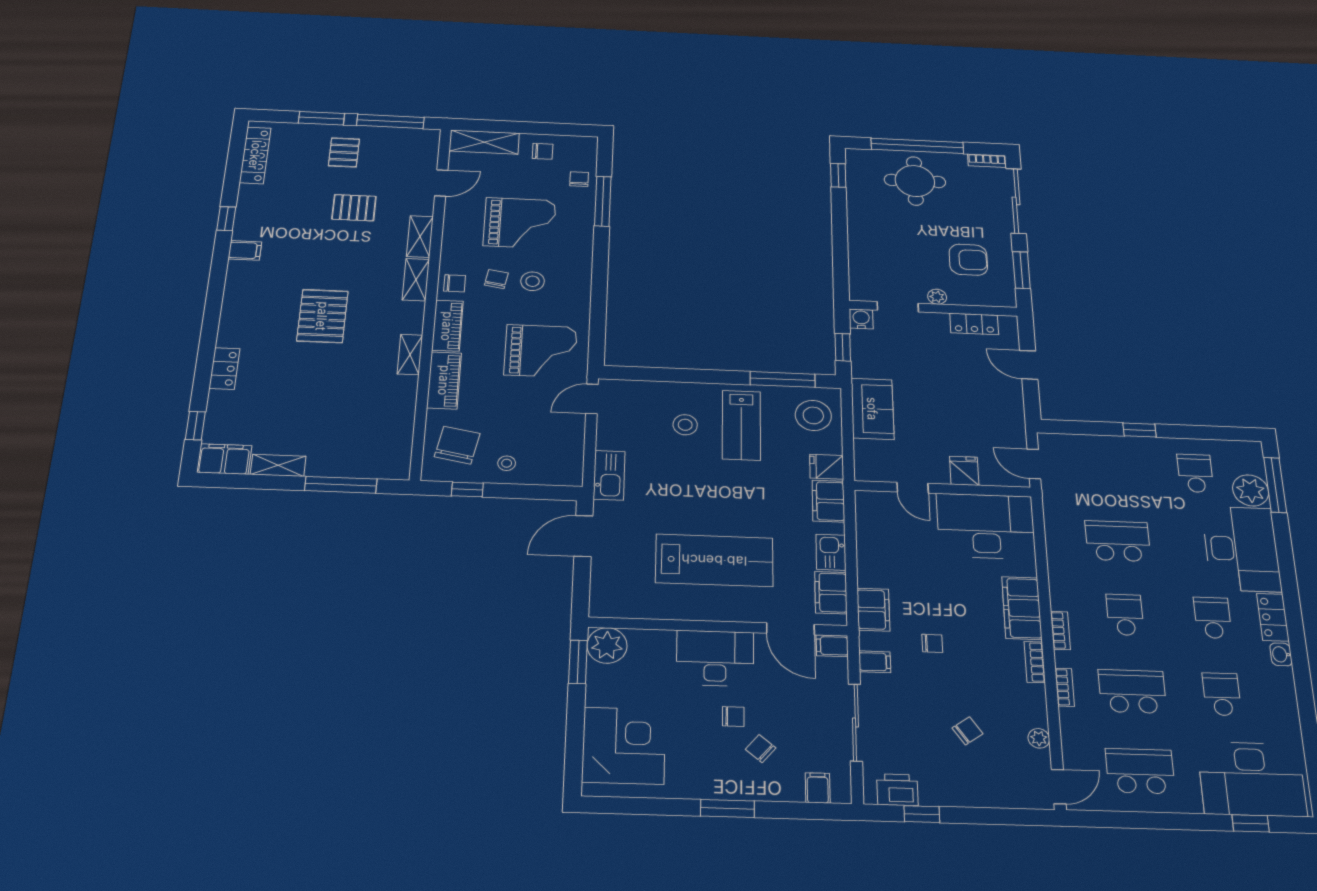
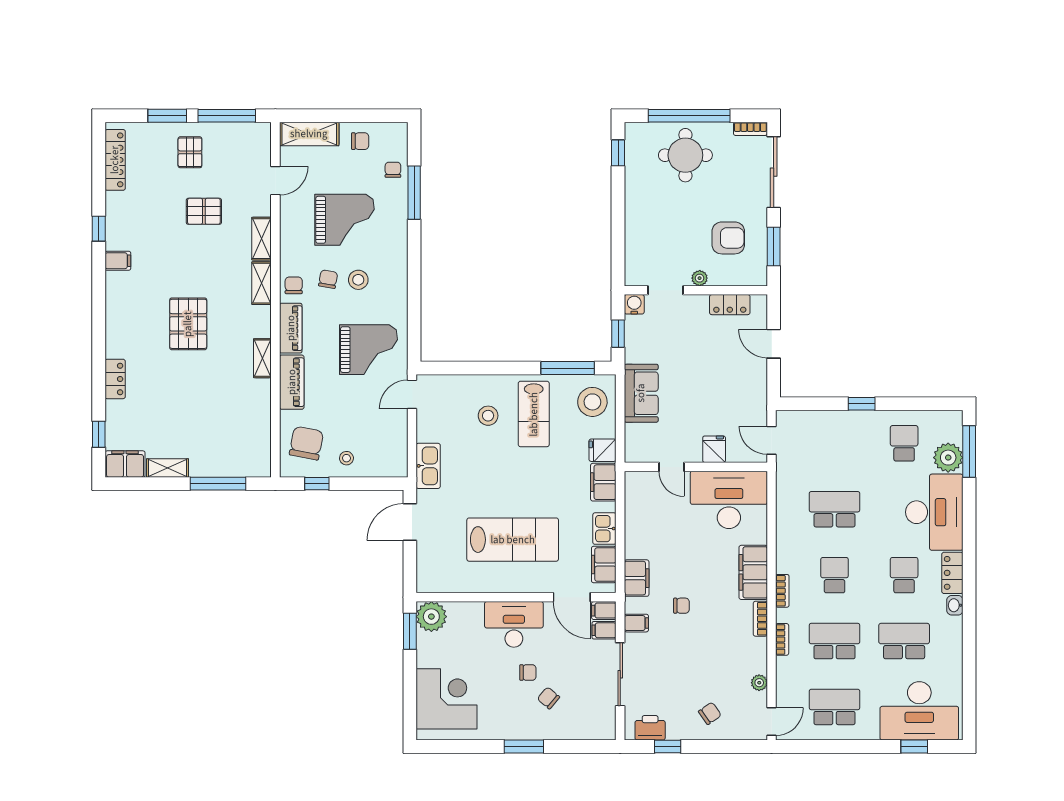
chair: (455, 283) -> (294, 285), turned -90
school desk: (1222, 694) -> (904, 641), width x1.85
chair: (967, 731) -> (710, 713), moved
filing cabinet: (818, 788) -> (604, 630), moved, turned -90

